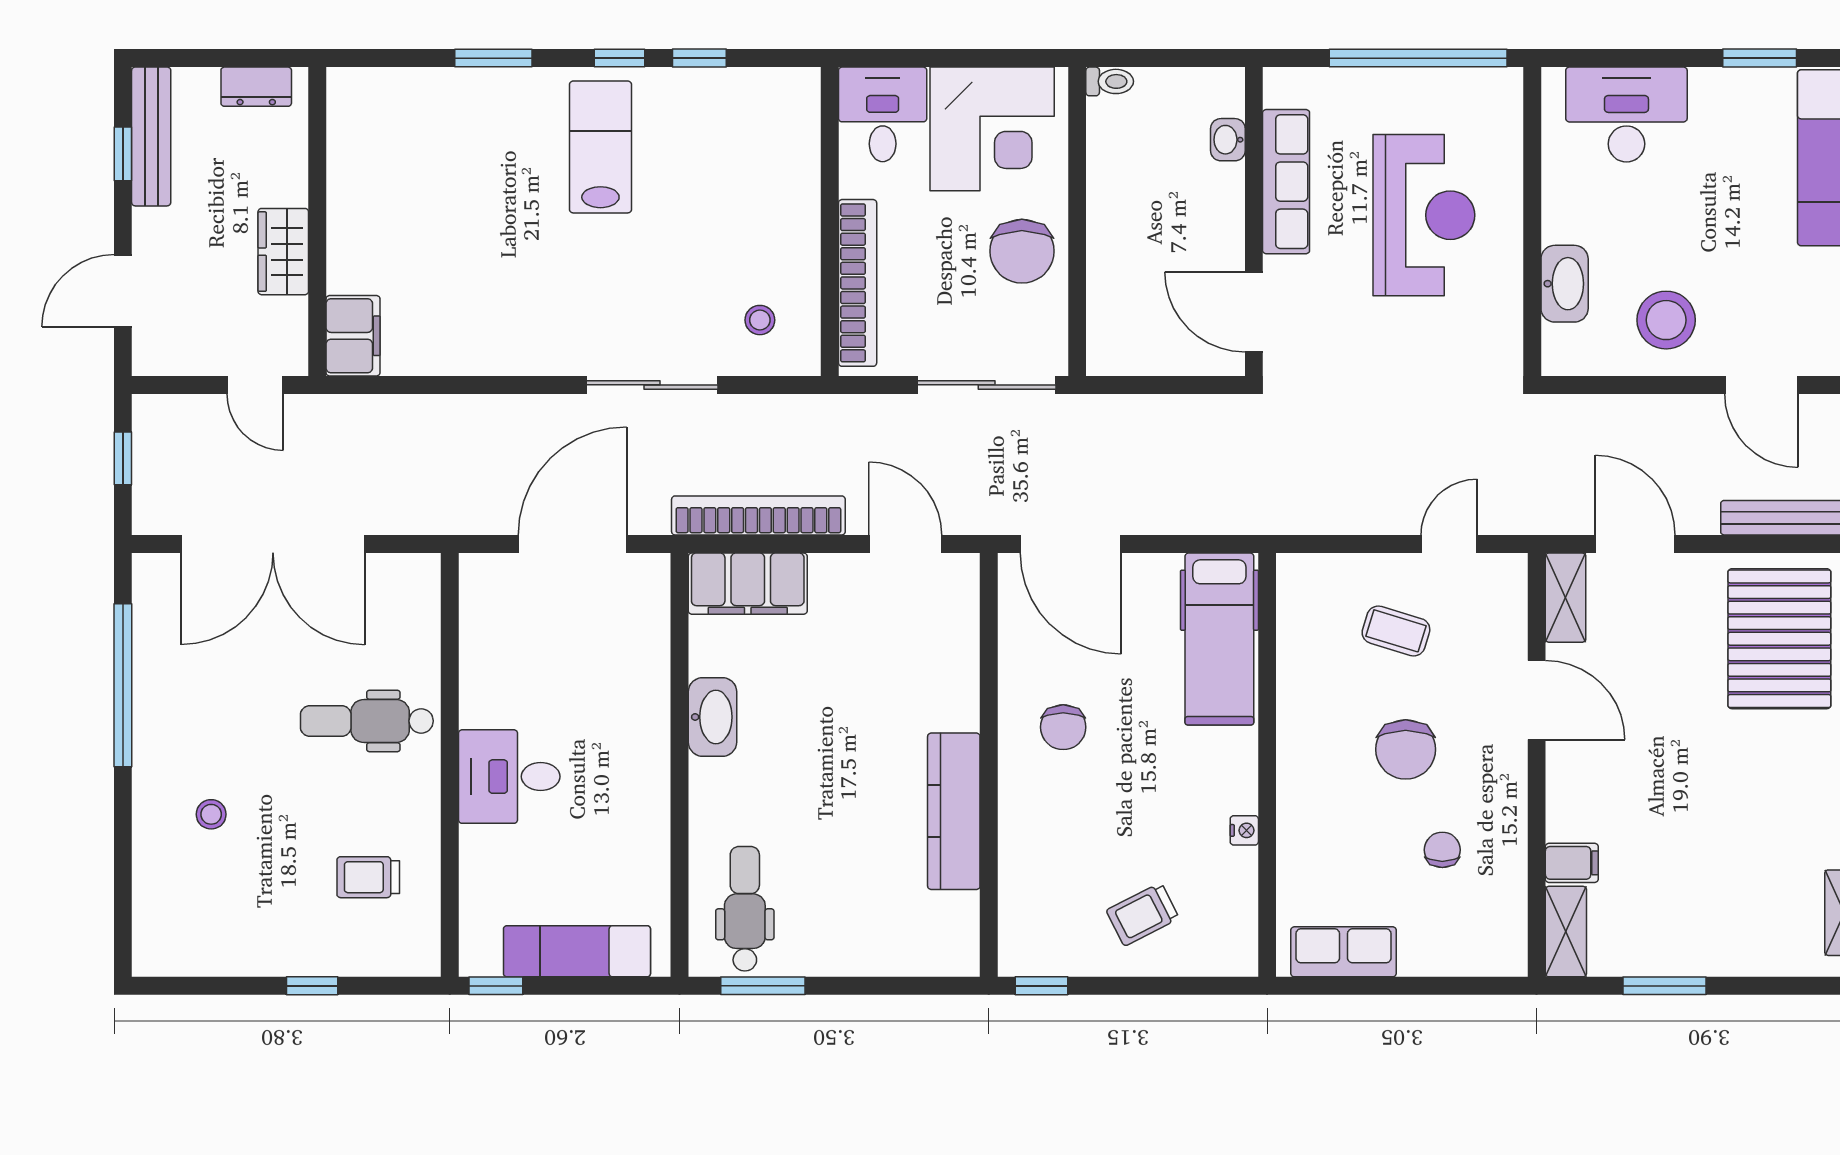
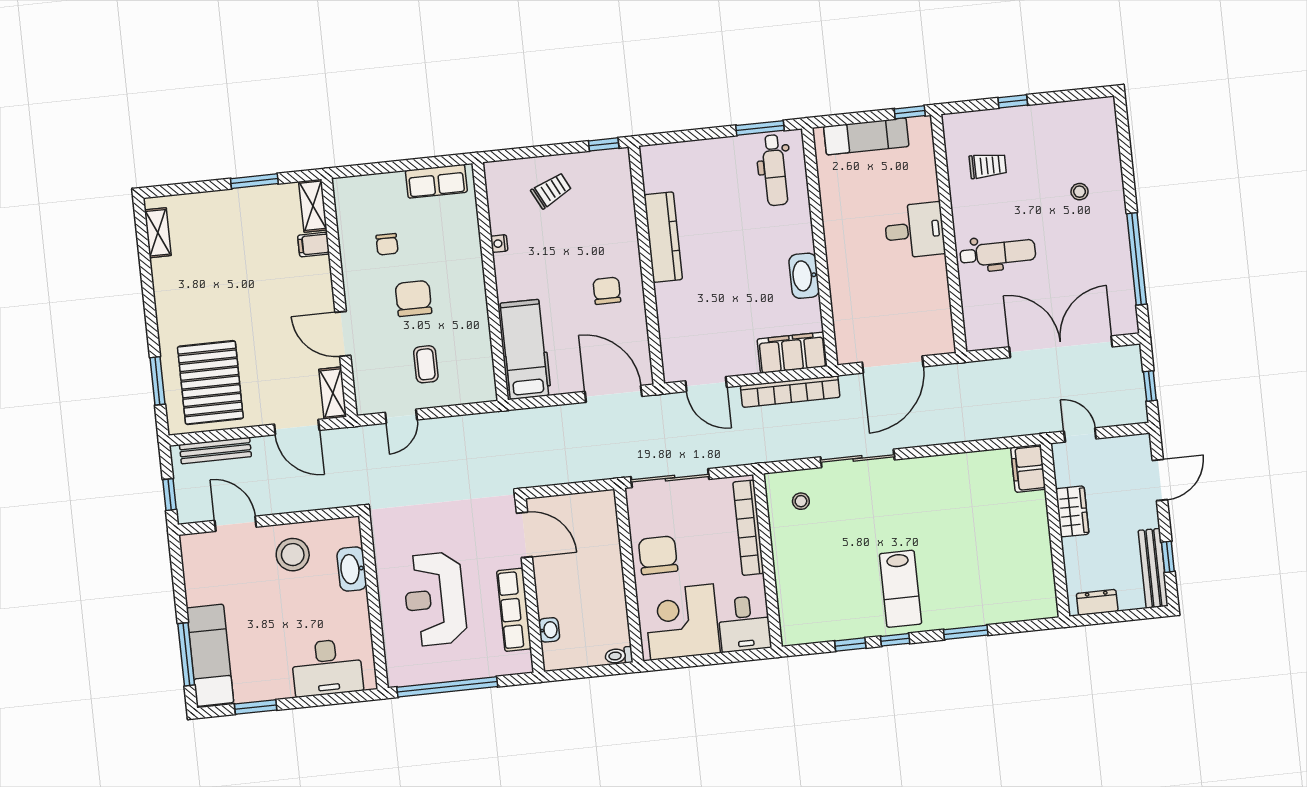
coffee table: (1396, 631) -> (426, 364), turned 73

